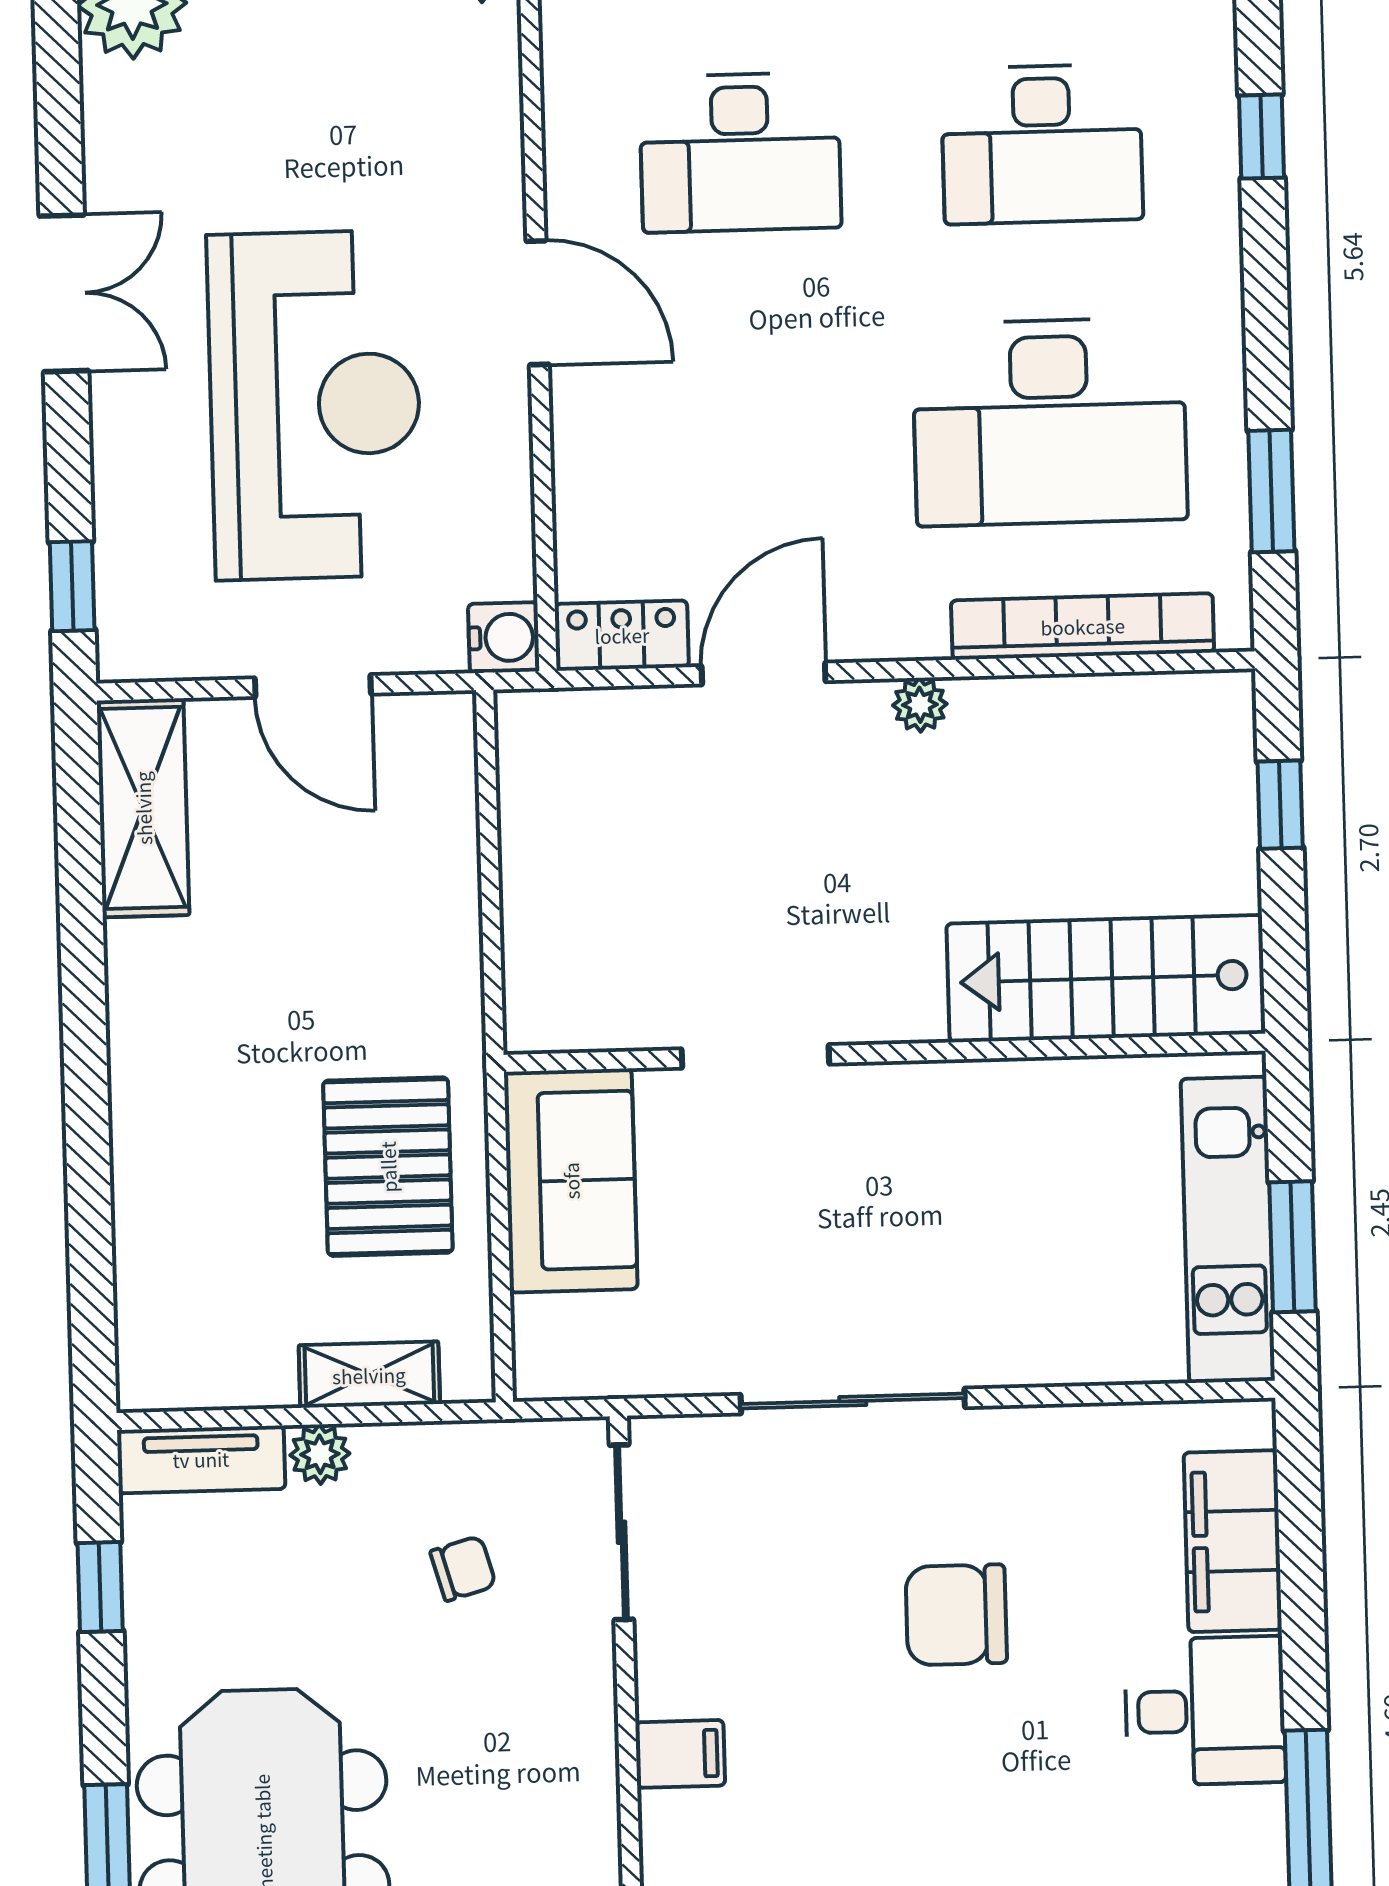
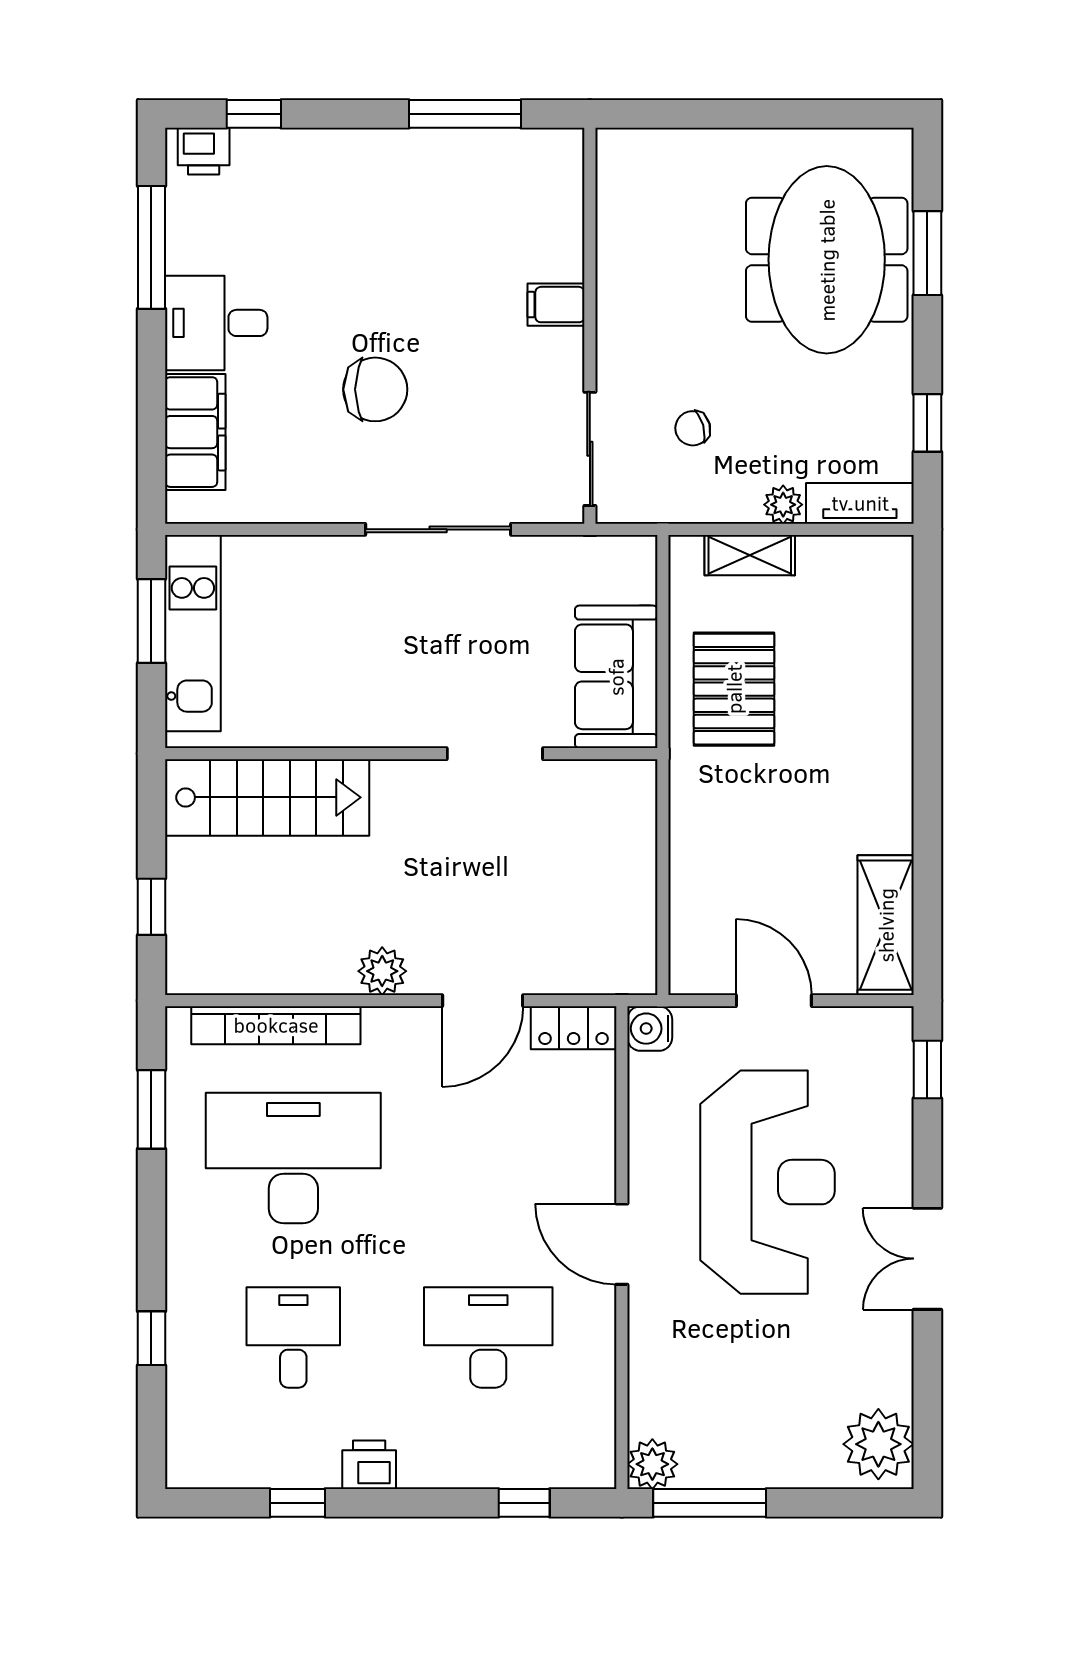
desk: (1042, 144) -> (293, 1337), width x0.73
reception desk: (315, 405) -> (767, 1182), turned 180
plant: (920, 705) -> (382, 971), width x1.38, depth x1.38

